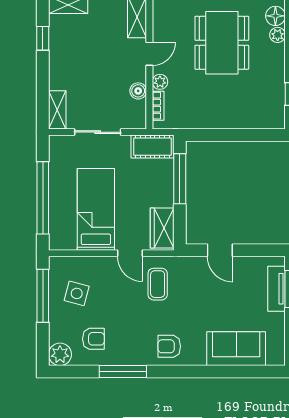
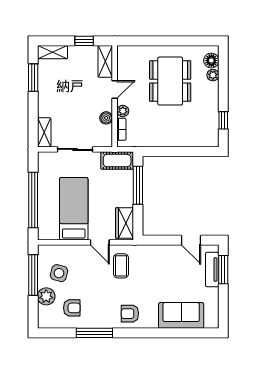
window: (43, 38) -> (33, 78), width x1.50
door: (220, 250) -> (191, 240), moved
plant: (60, 354) -> (46, 296), moved

